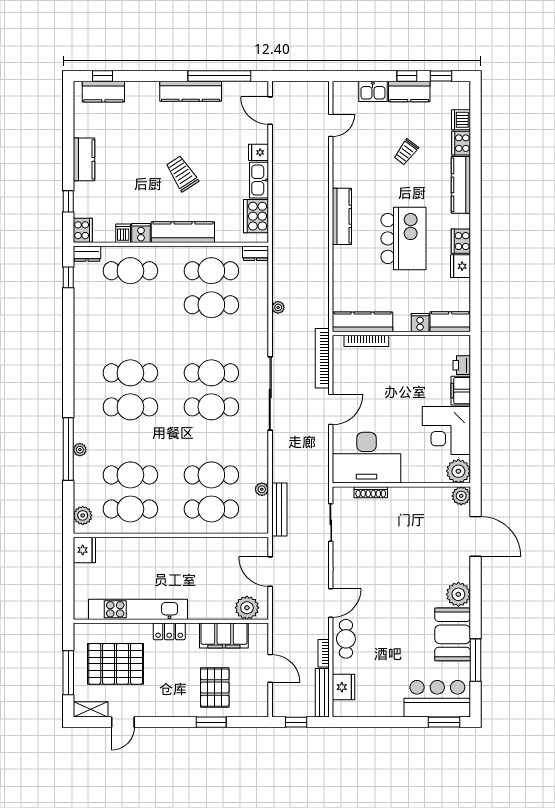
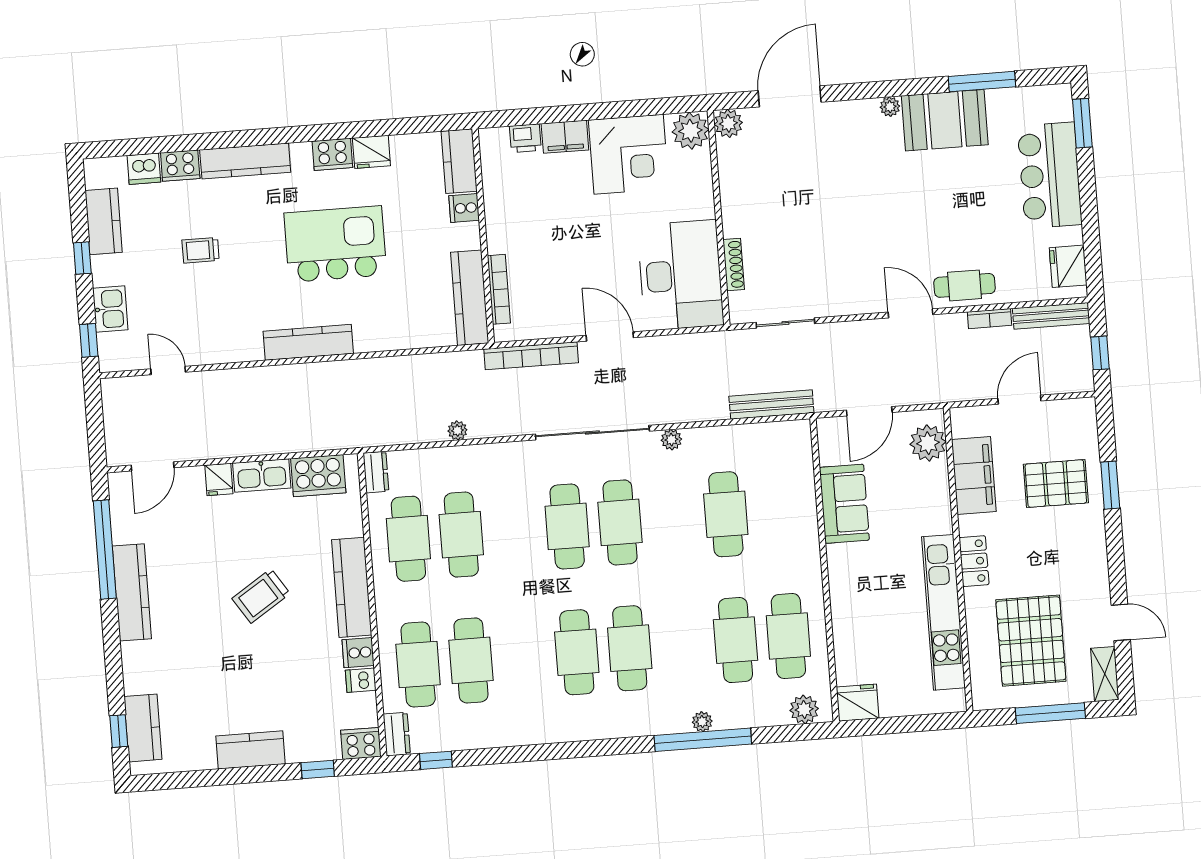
window: (441, 76) -> (89, 340), moved
kitchen counter: (409, 91) -> (104, 221), moved
trolley: (406, 152) -> (201, 250), turned 143
plant: (262, 489) -> (671, 440), moved
cafe table: (211, 509) -> (471, 660), moved
sofa: (212, 551) -> (844, 504), added
plant: (458, 594) -> (890, 107), width x0.53, depth x0.53
fridge: (344, 687) -> (1068, 266), moved, turned -90
bar counter: (437, 699) -> (1050, 175), moved

